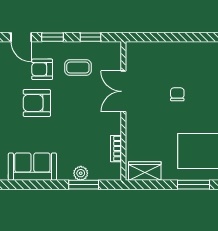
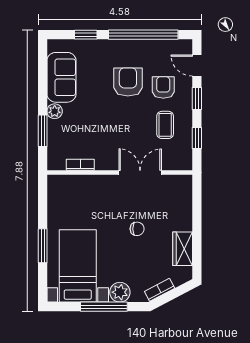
door: (21, 37) -> (197, 65), hinge flipped
wardrobe: (145, 171) -> (183, 249), moved, turned 180
plant: (81, 173) -> (55, 111), moved

